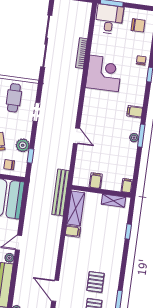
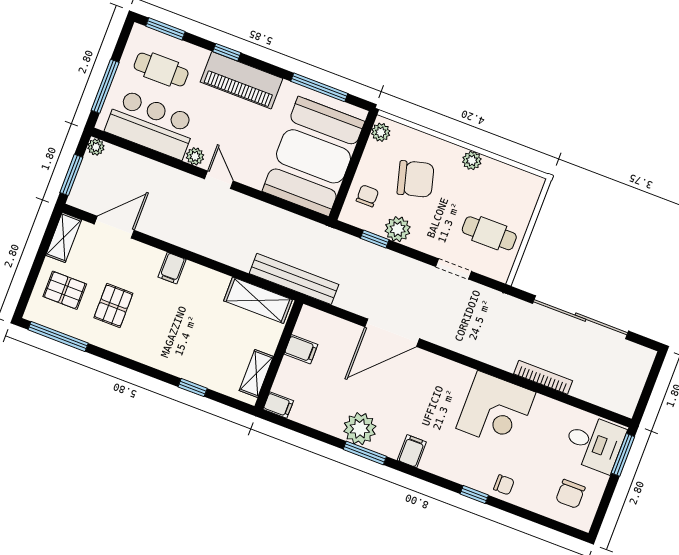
door: (76, 136) -> (392, 333), width x1.88
plant: (134, 138) -> (360, 429), width x1.88, depth x1.88
filing cabinet: (73, 231) -> (172, 268), moved
pallet: (96, 282) -> (113, 306), turned 90

